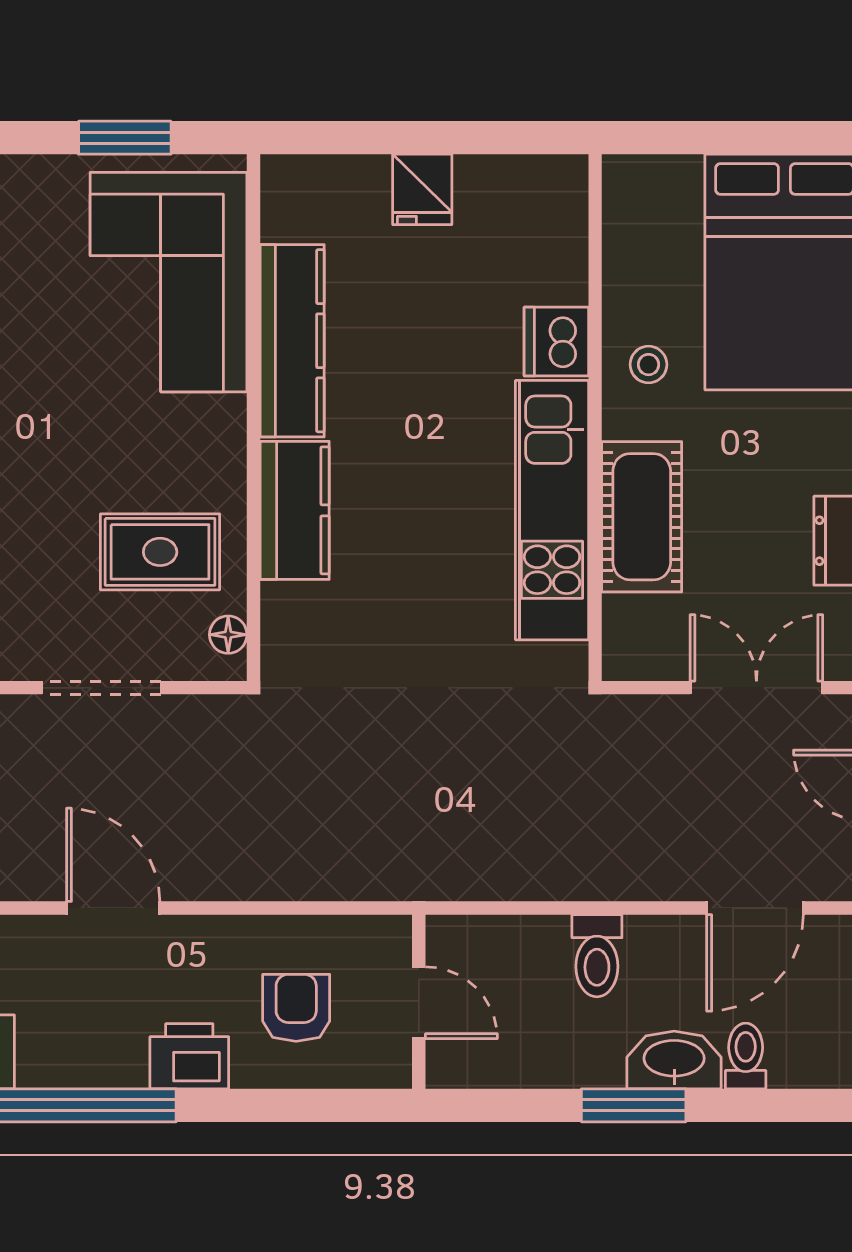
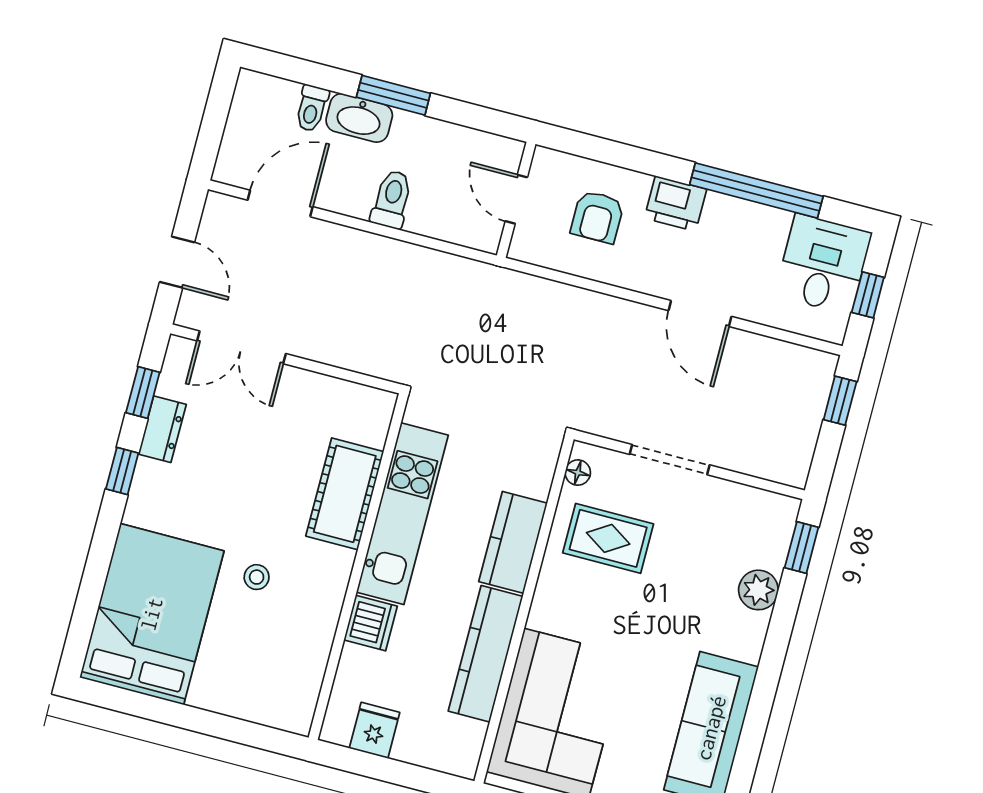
dishwasher: (556, 342) -> (371, 623), moved
wall: (595, 418) -> (358, 567), moved
kitchen unit: (552, 510) -> (402, 514), moved
cot: (642, 517) -> (345, 494), moved

